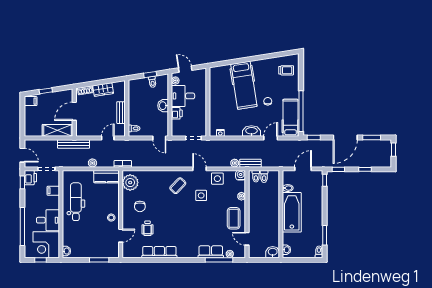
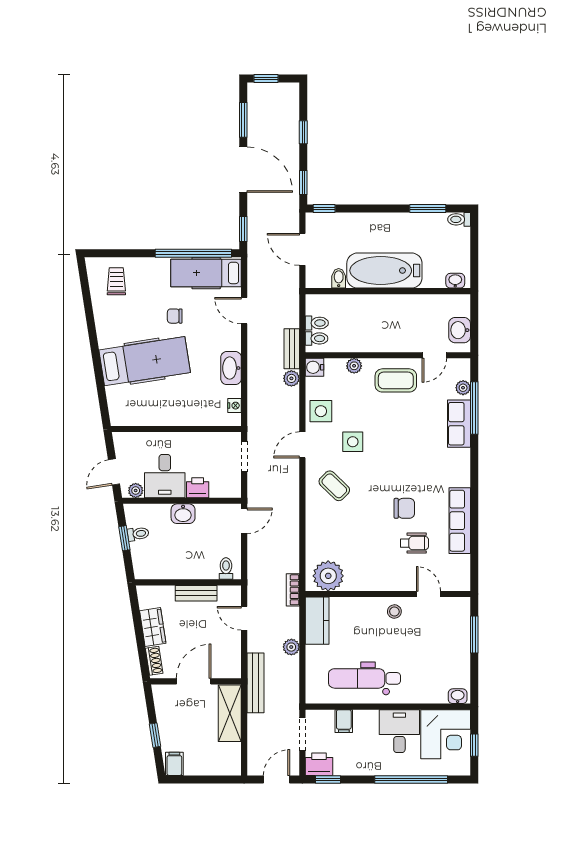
door: (74, 111) -> (194, 681), swing flipped
washbasin: (251, 131) -> (231, 368), moved
chair: (140, 206) -> (404, 508), moved
washbasin: (273, 252) -> (460, 330), moved

